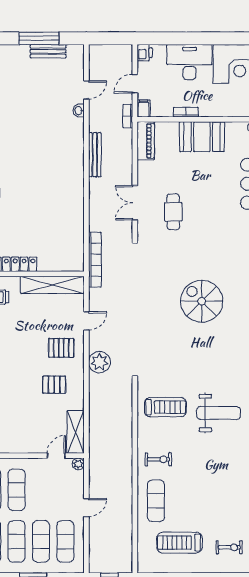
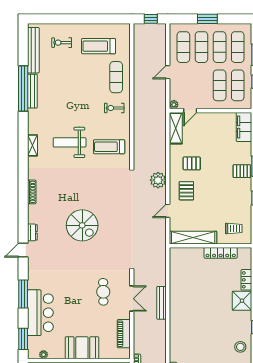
piano: (146, 141) -> (124, 334), moved
bench: (95, 155) -> (161, 303), moved
bookcase: (95, 260) -> (161, 256), removed
pallet: (61, 348) -> (186, 191), turned 90
treadmill: (179, 543) -> (99, 46), turned 180

